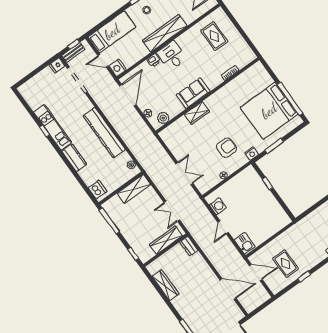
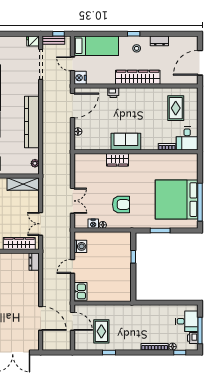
desk: (172, 56) -> (187, 139), moved, turned 180
plant: (163, 118) -> (88, 144), removed
nightstand: (252, 154) -> (93, 224), moved

